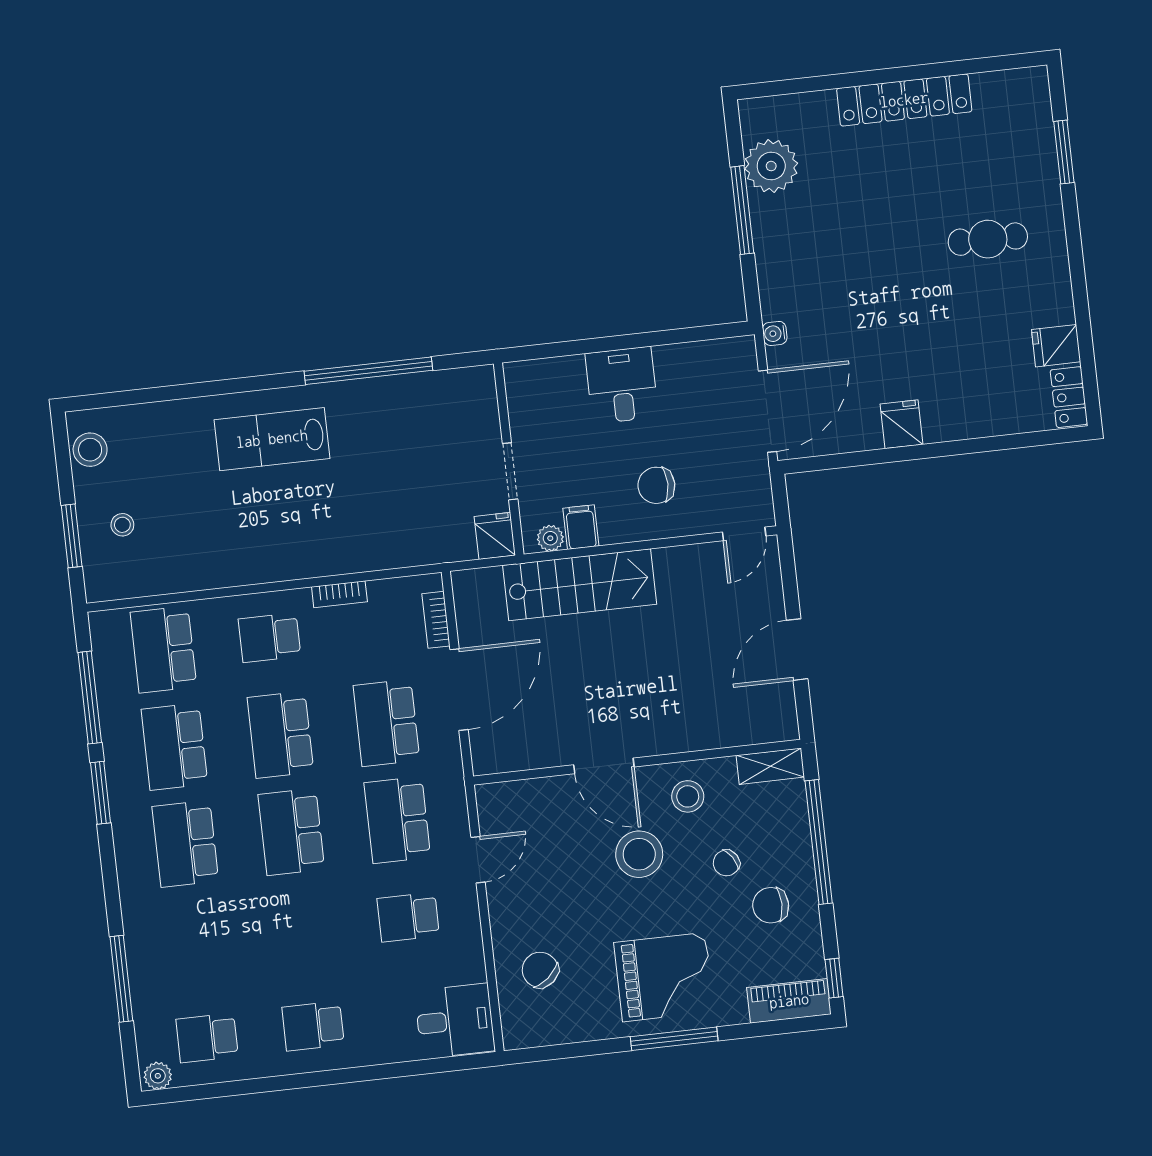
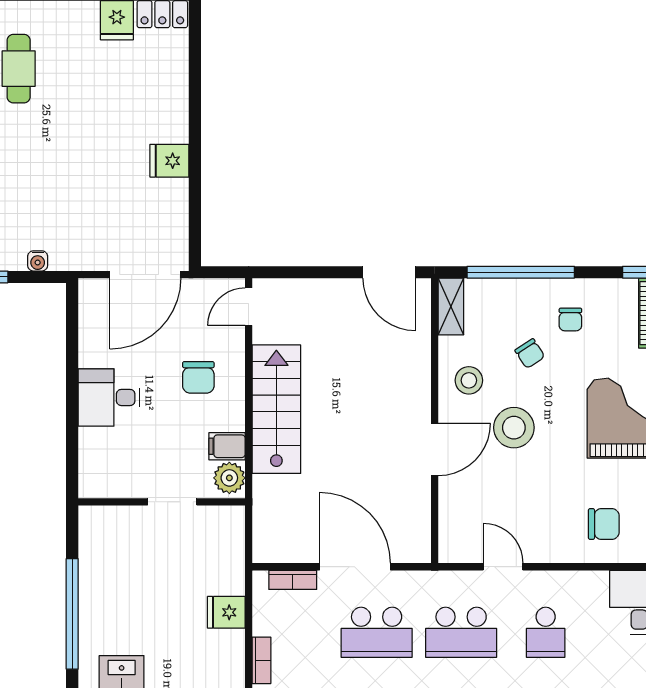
water cooler: (775, 333) -> (38, 261), moved
door: (768, 411) -> (145, 275), swing flipped
door: (744, 534) -> (249, 307), swing flipped
fridge: (495, 536) -> (226, 612), moved
plant: (550, 538) -> (229, 478), width x1.38, depth x1.38
stairs: (580, 585) -> (276, 409), moved
door: (797, 650) -> (389, 272), moved
chair: (771, 905) -> (570, 320), width x0.73, depth x0.73
chair: (540, 970) -> (604, 524), turned -140

